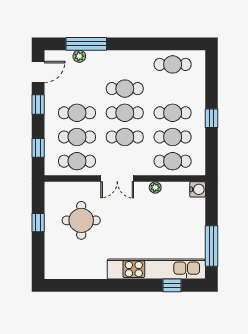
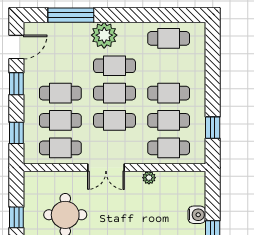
plant: (79, 56) -> (104, 35), moved, width x1.88, depth x1.88
window: (211, 118) -> (213, 128), moved
water cooler: (198, 189) -> (197, 215), moved

